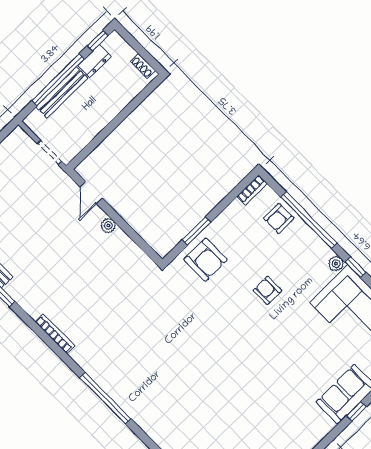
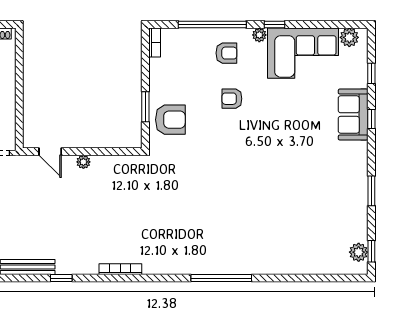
armchair: (279, 218) -> (226, 53), moved, turned -90
window: (105, 398) -> (221, 278), moved

